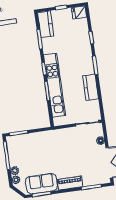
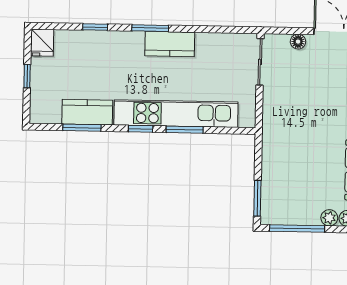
kitchen counter: (46, 24) -> (87, 112), moved
kitchen counter: (90, 87) -> (170, 44), moved

